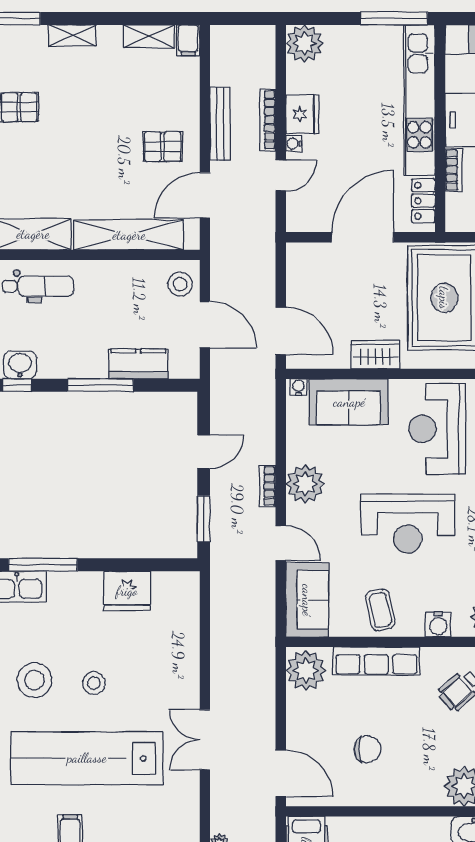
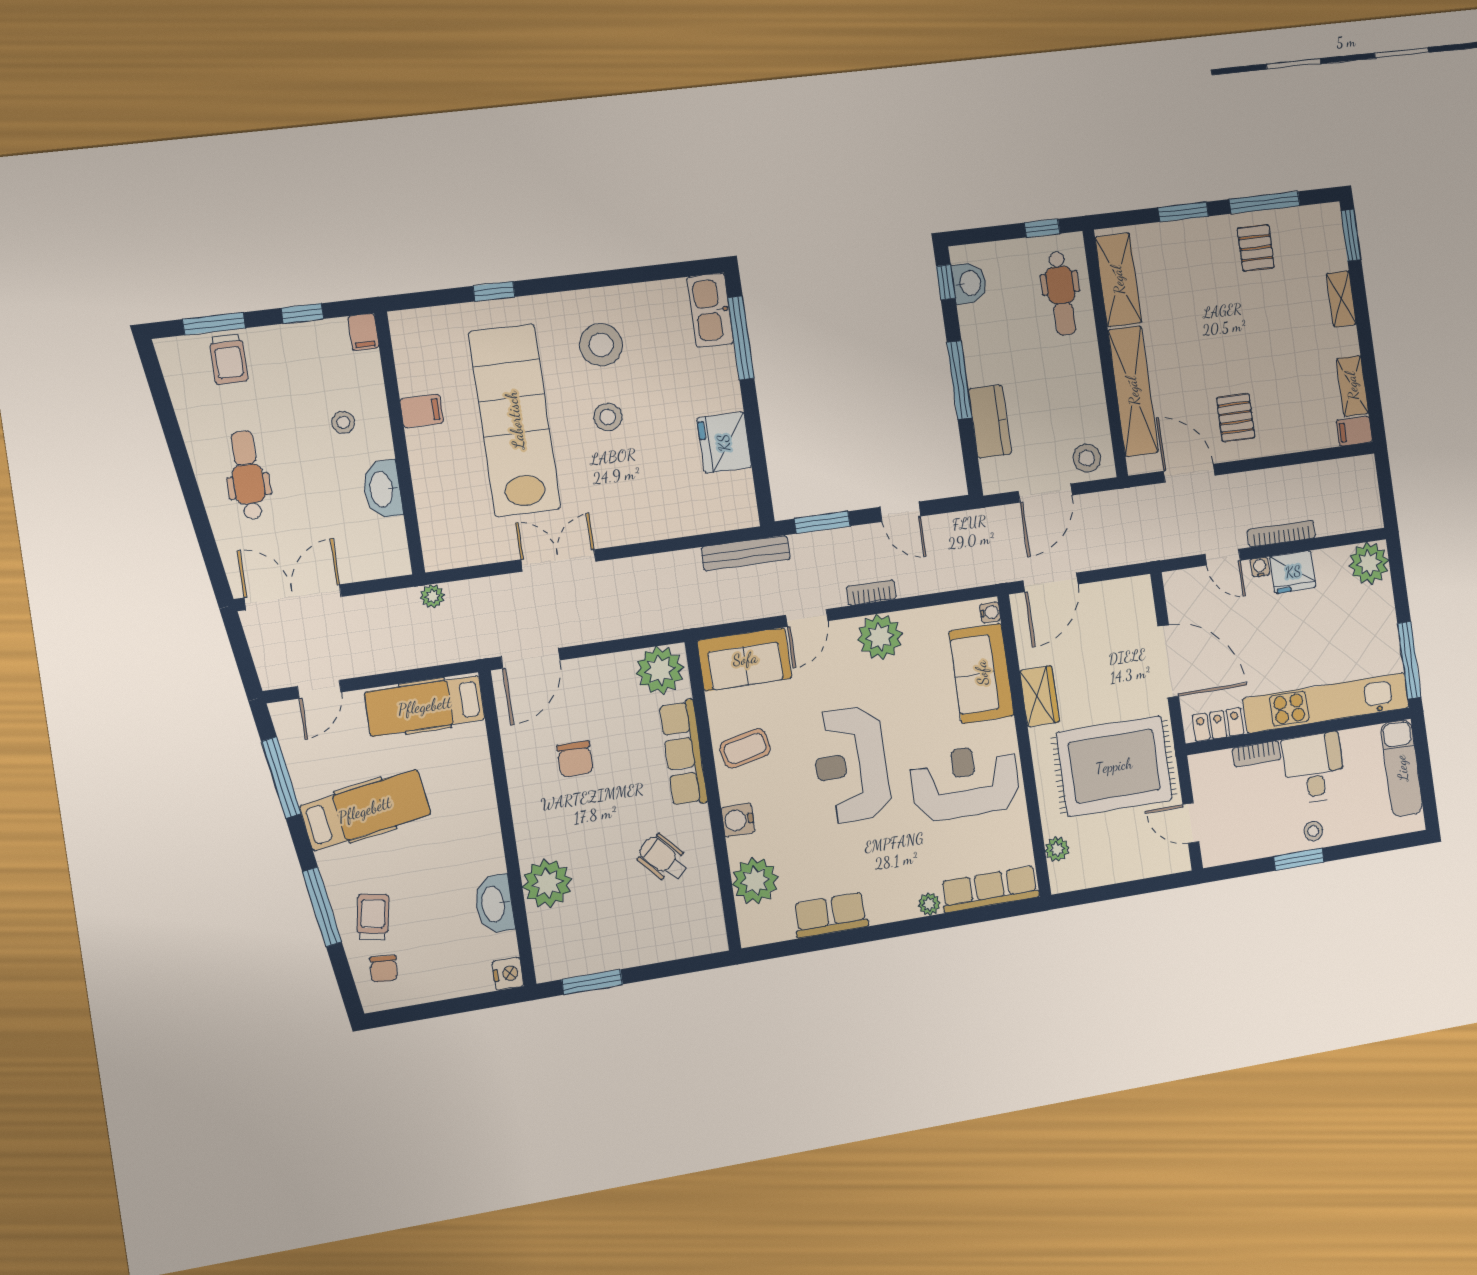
bench: (220, 124) -> (746, 553), moved

